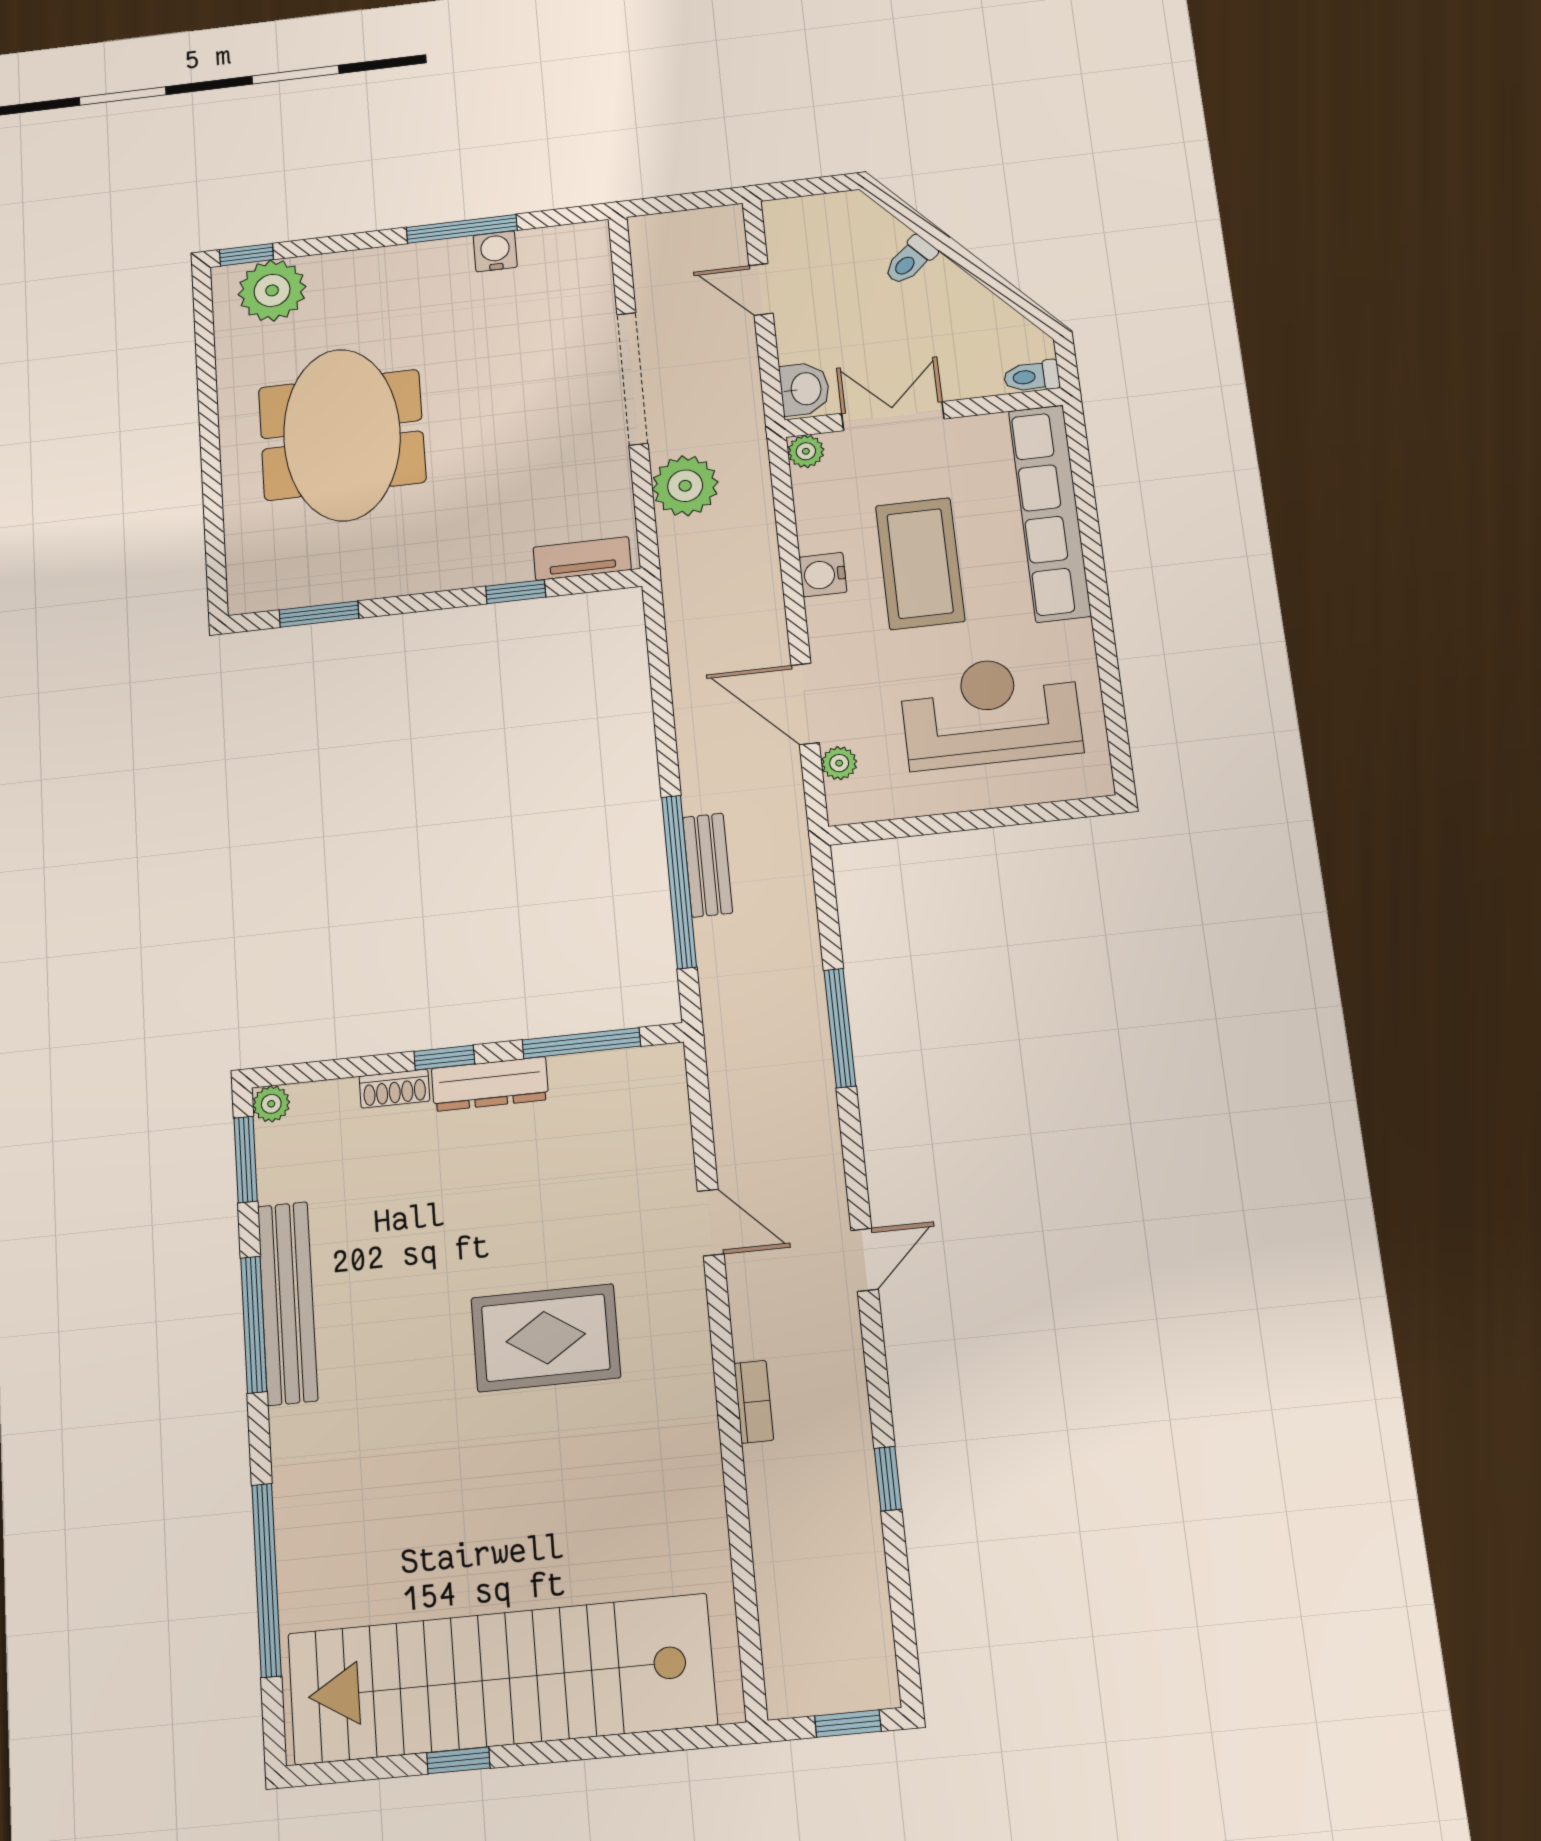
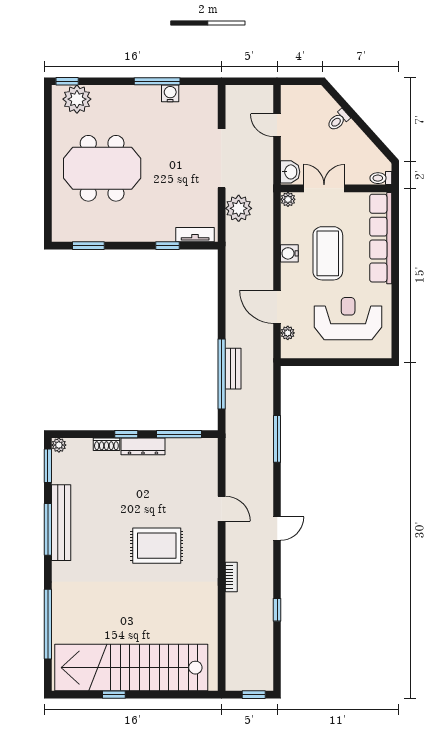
meeting table: (342, 435) -> (102, 168), turned 90

